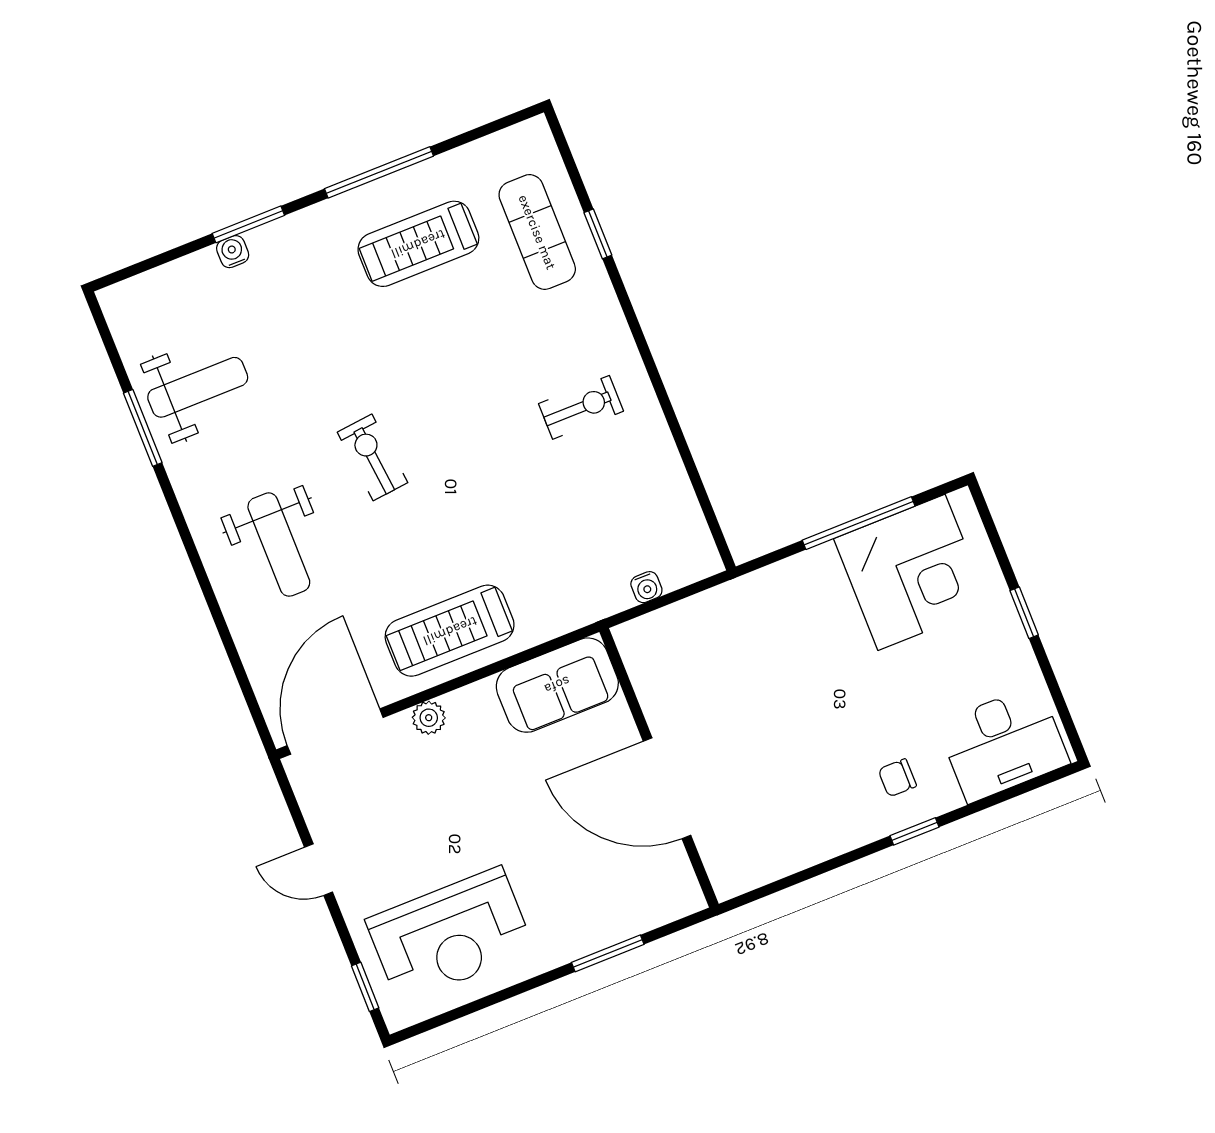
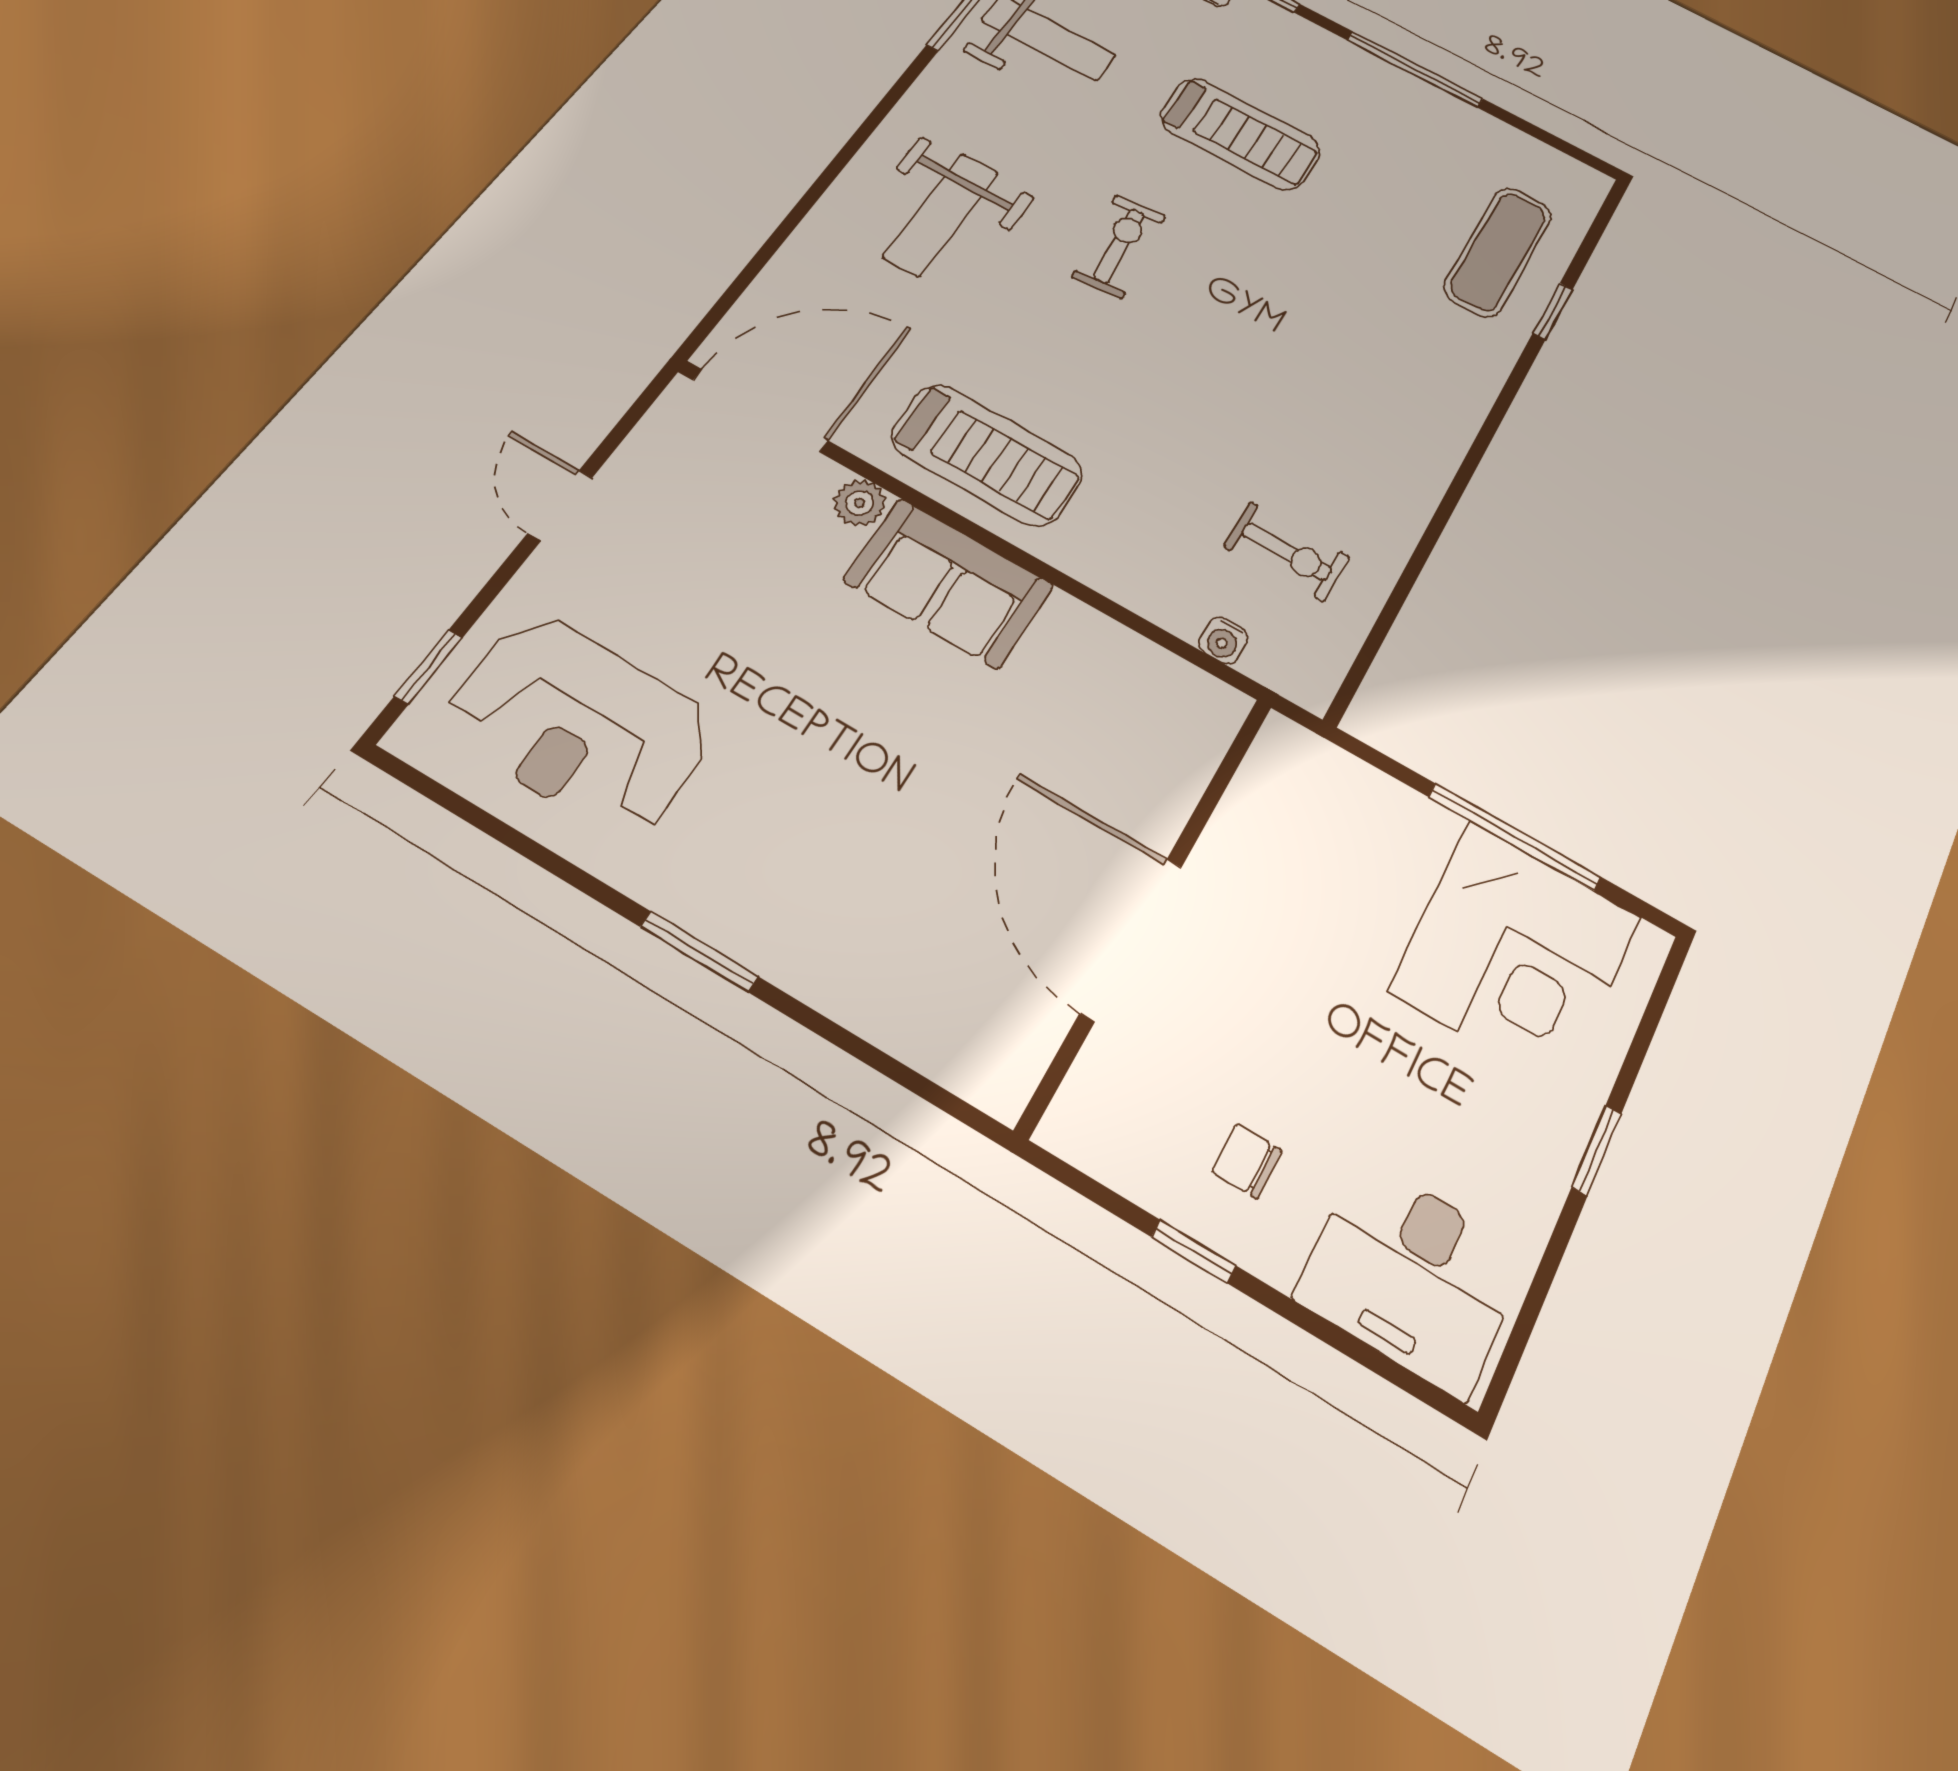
treadmill: (418, 244) -> (1240, 134), moved, turned 180
exercise bike: (581, 407) -> (1287, 552), moved
treadmill: (450, 631) -> (987, 455), turned 180
sofa: (557, 685) -> (948, 583), moved
wall: (659, 768) -> (1150, 907), moved
door: (667, 788) -> (1131, 939), moved

